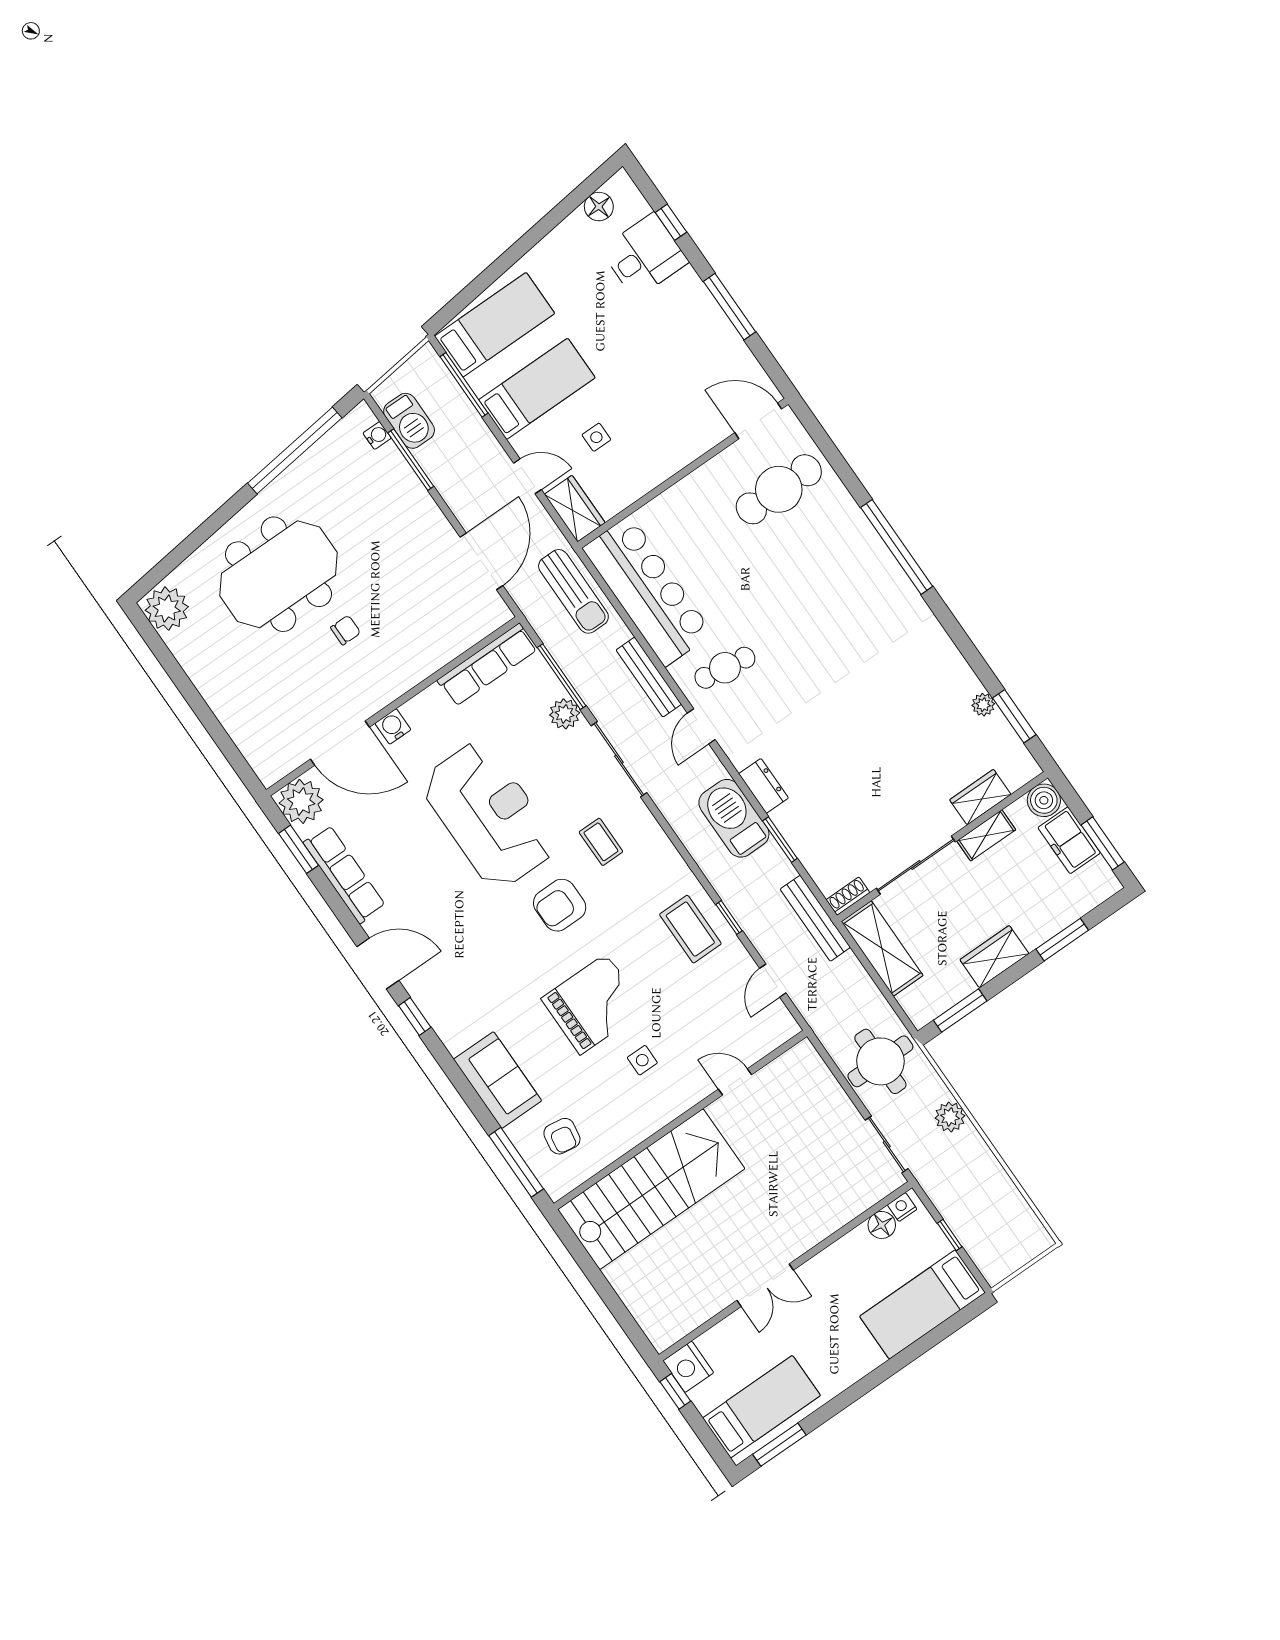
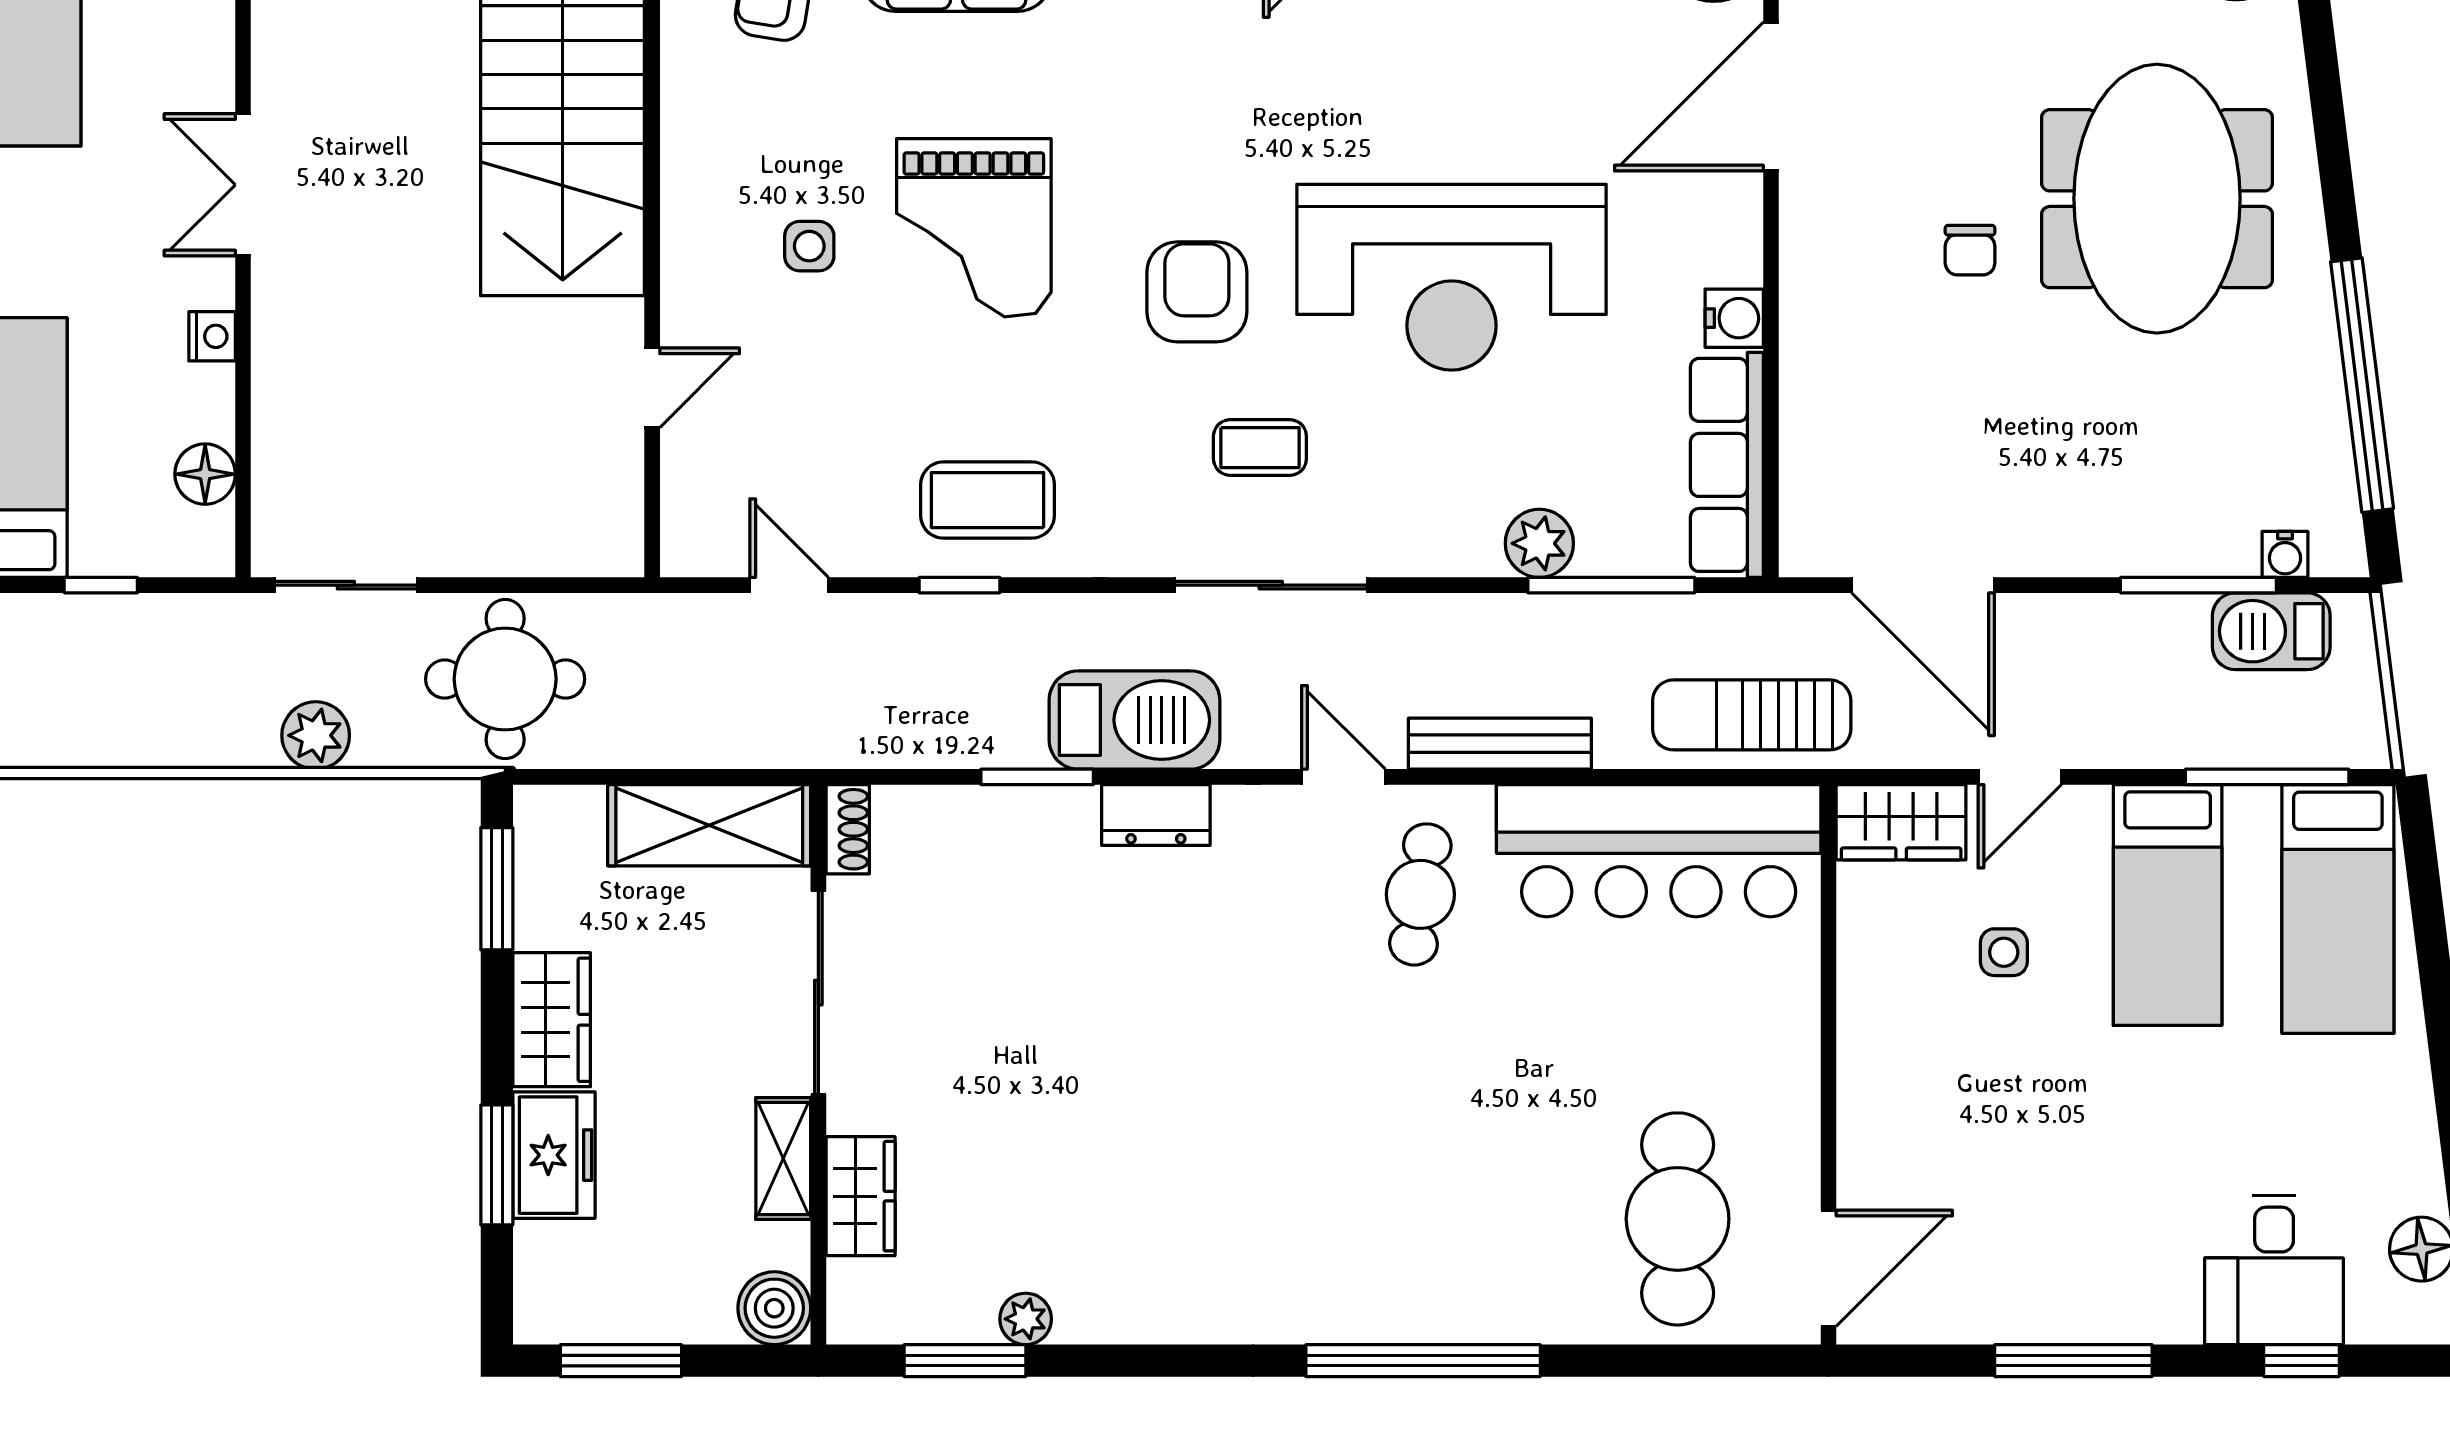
water cooler: (393, 726) -> (1734, 318), moved
sliding door: (619, 759) -> (1271, 585), moved
freezer: (1069, 840) -> (554, 1155), moved, turned 90
bench: (815, 918) -> (849, 742), removed
nightstand: (902, 1207) -> (212, 336), moved

